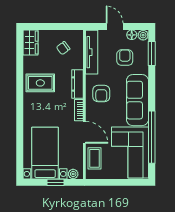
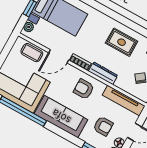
rug: (40, 83) -> (122, 42), turned 90

